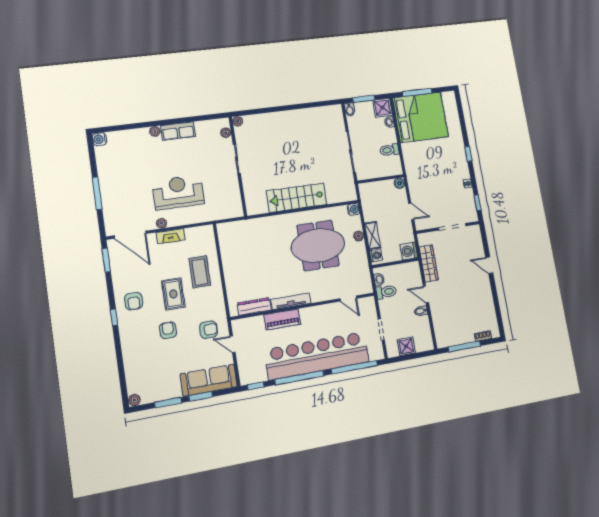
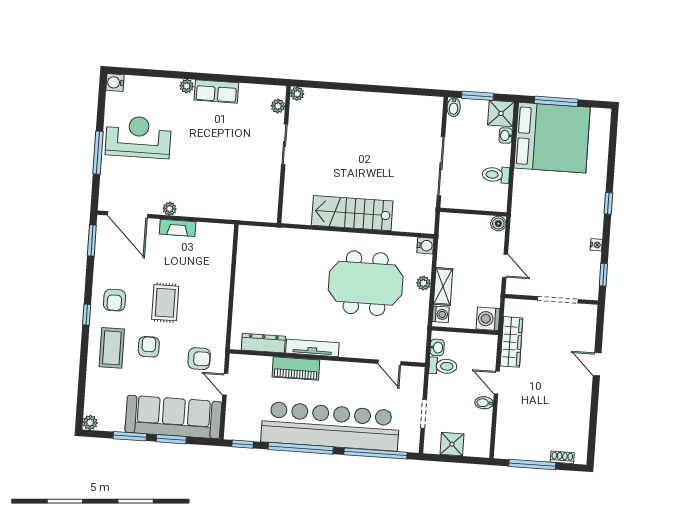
reception desk: (178, 192) -> (138, 137), moved
coffee table: (200, 272) -> (112, 348), moved
sofa: (209, 380) -> (173, 417), width x1.36, depth x1.27

